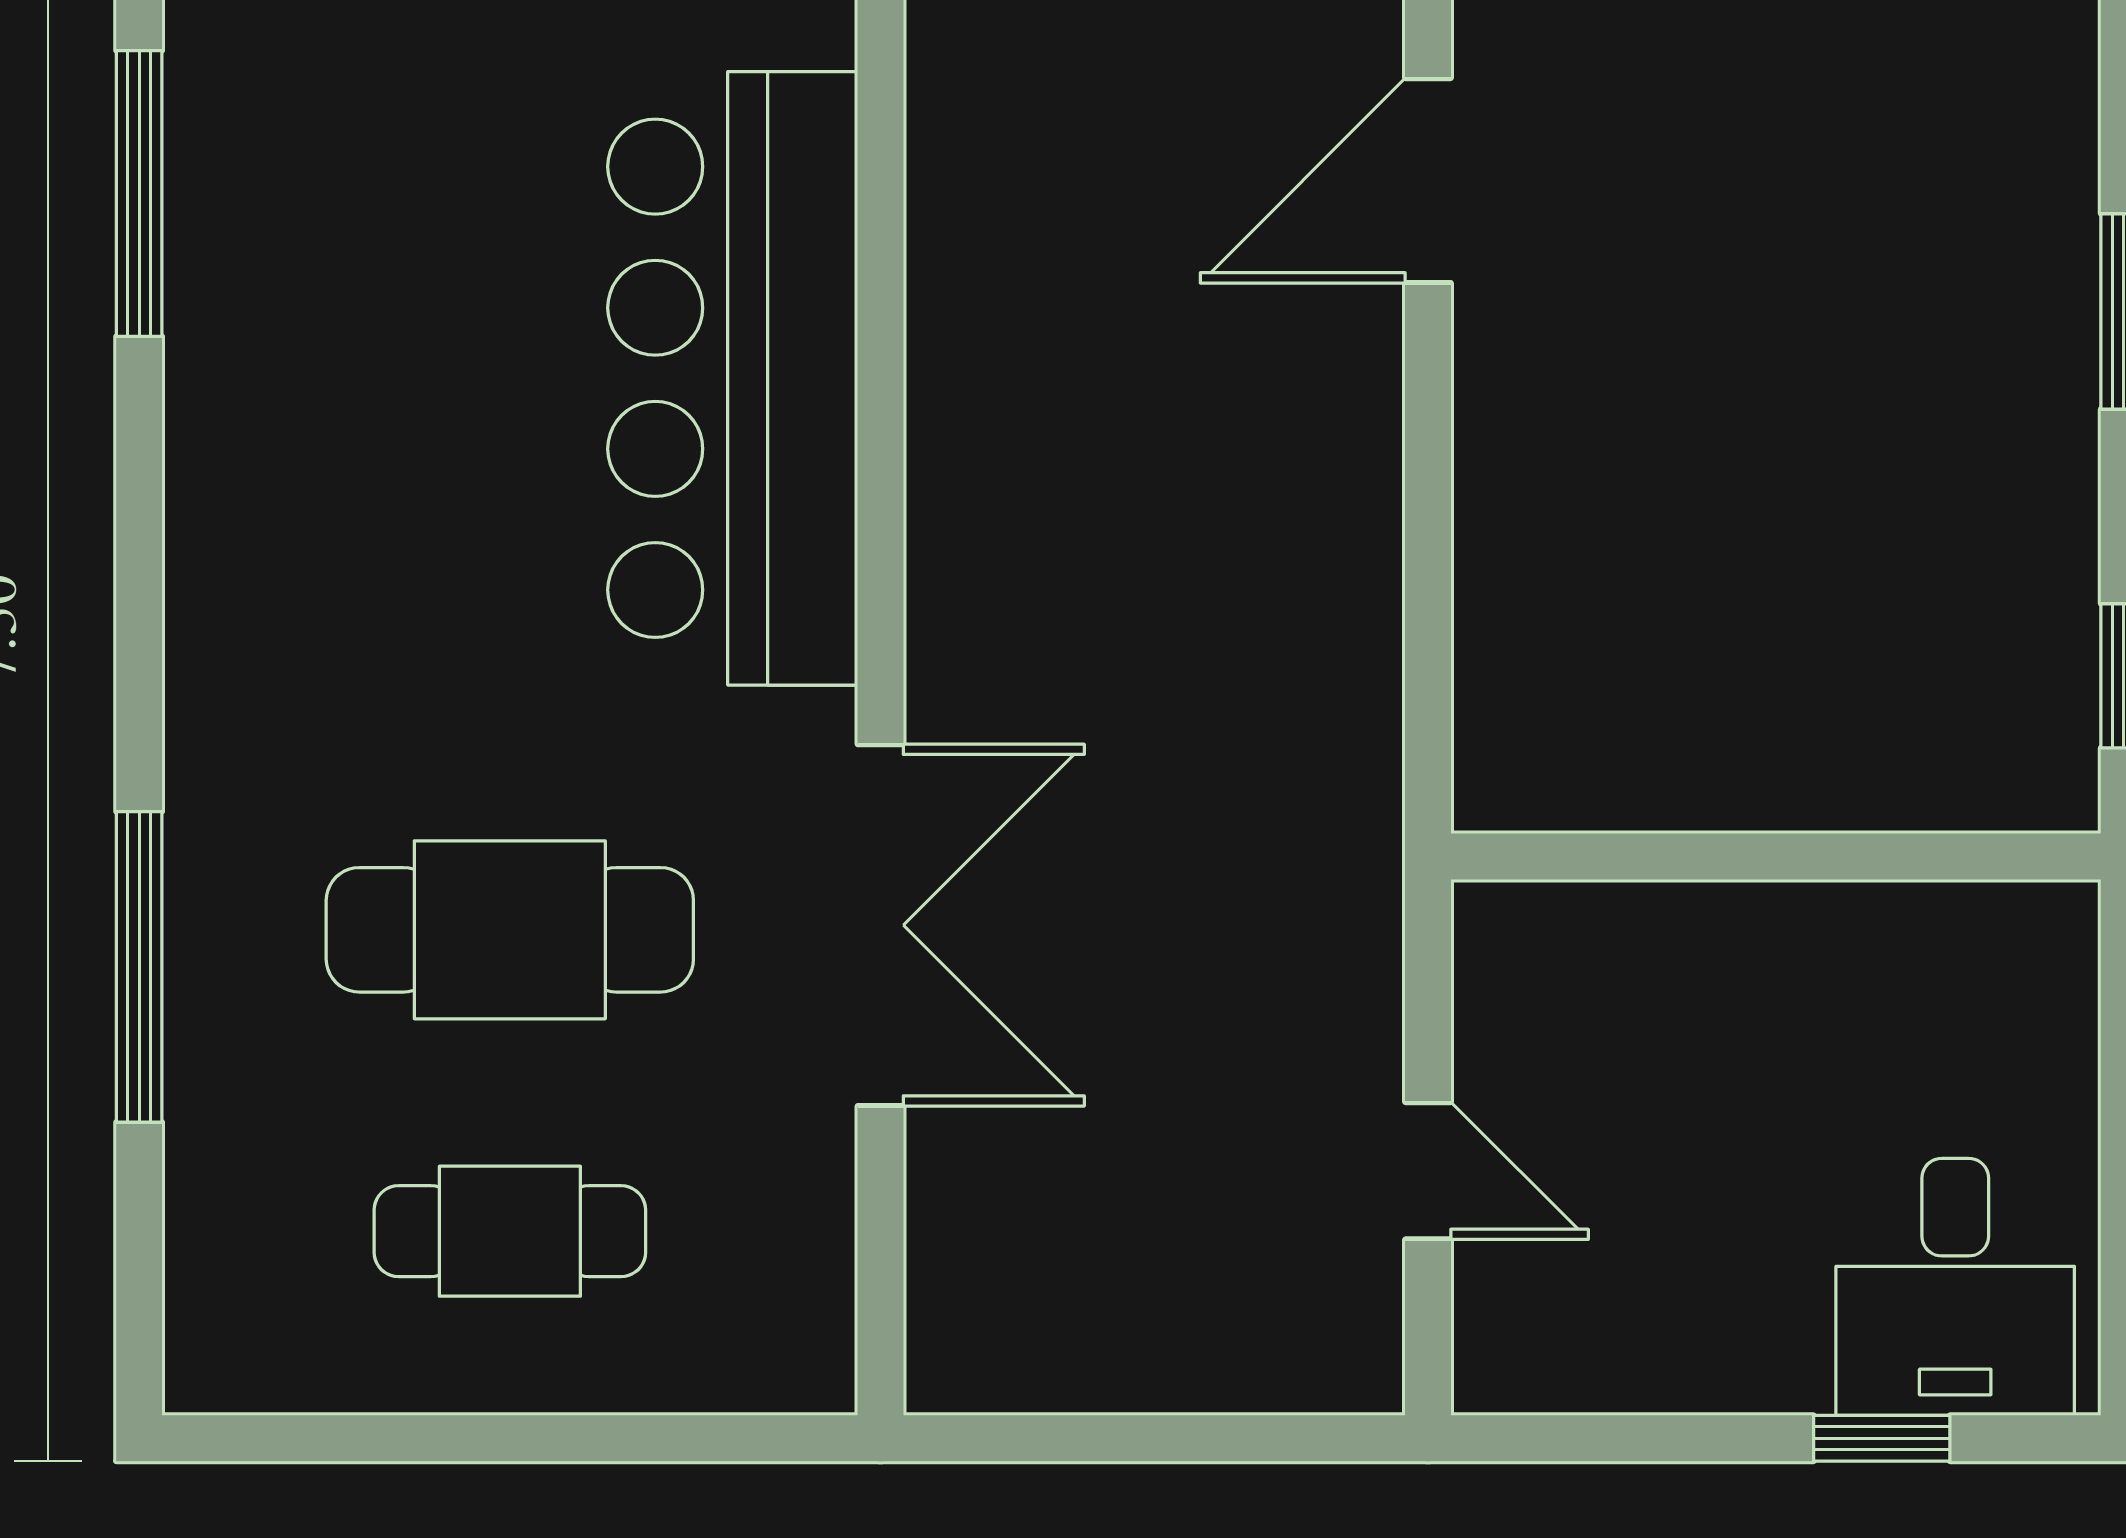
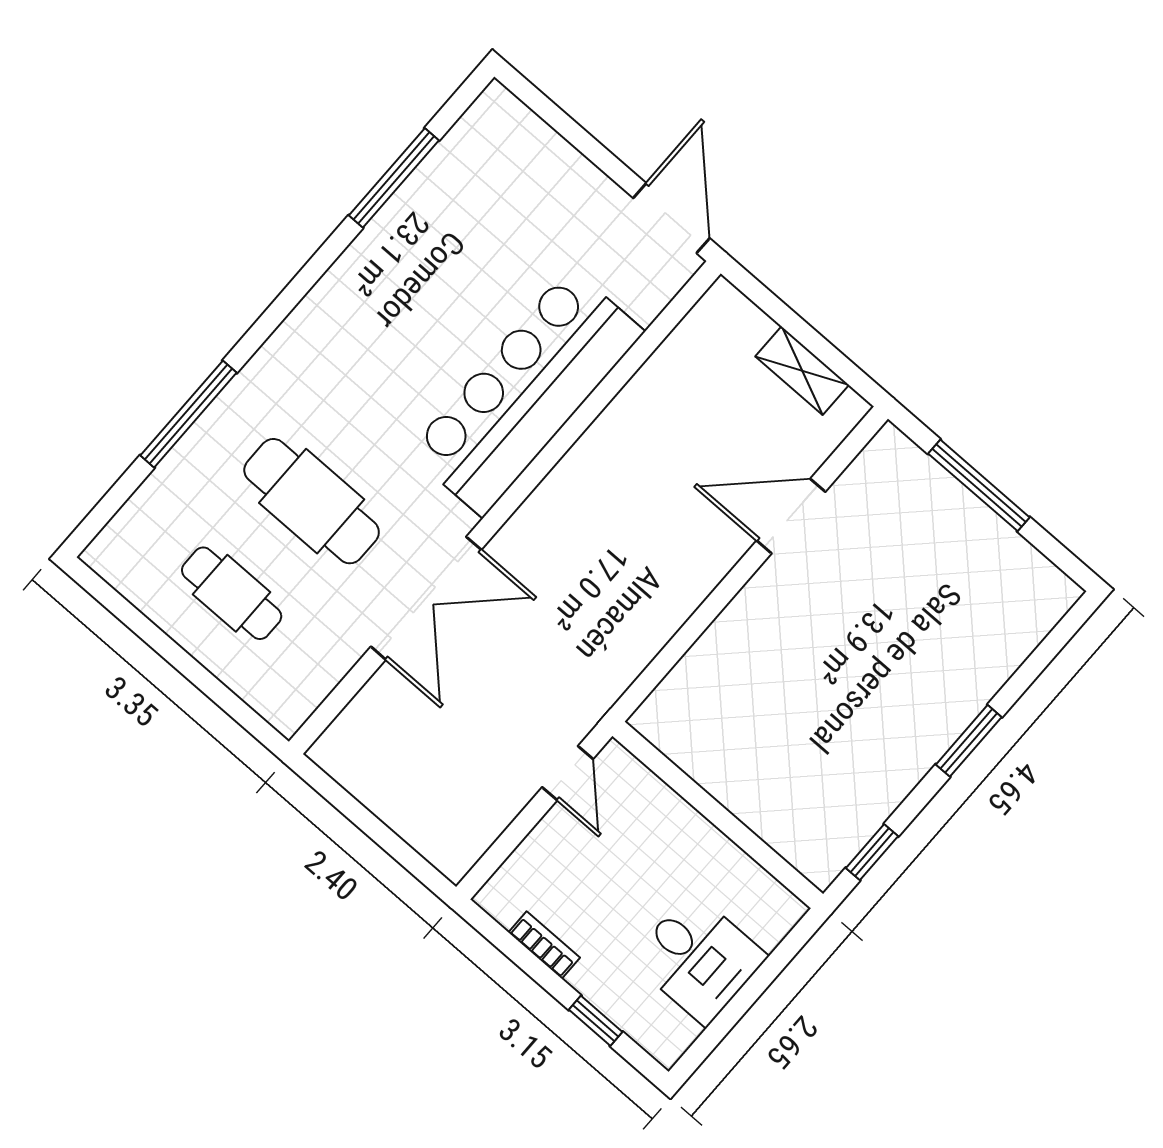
door: (1428, 1171) -> (568, 773), moved
desk: (1955, 1287) -> (699, 958), moved, turned -90
bookcase: (1663, 1381) -> (544, 945), added

